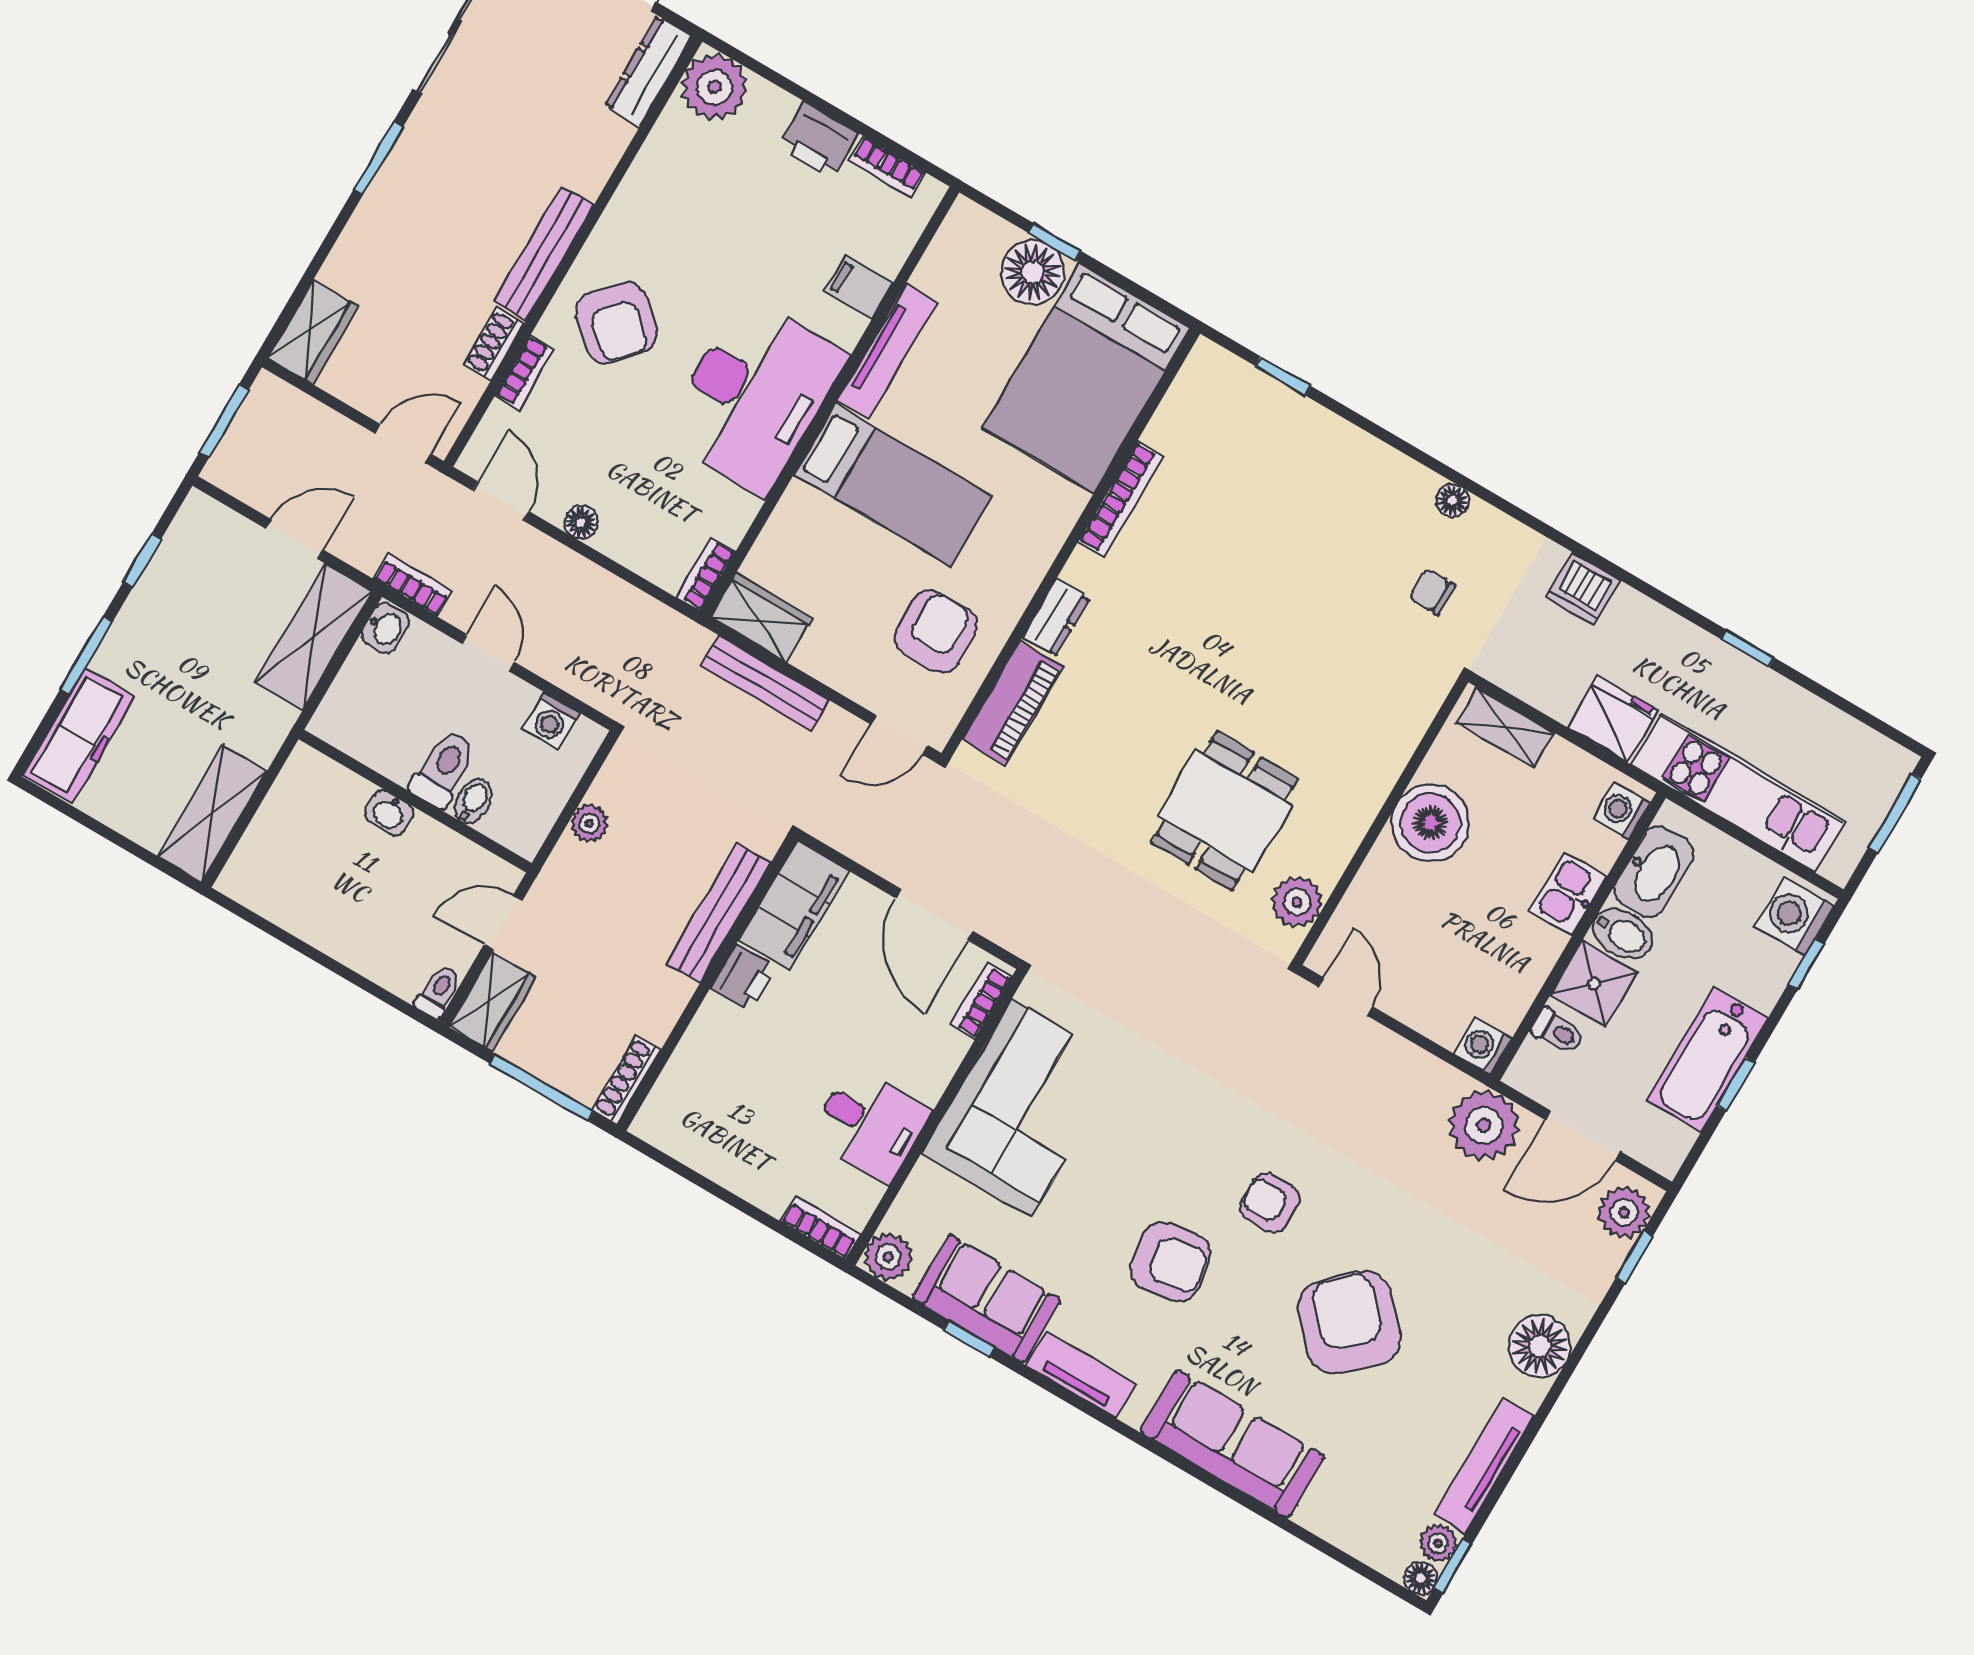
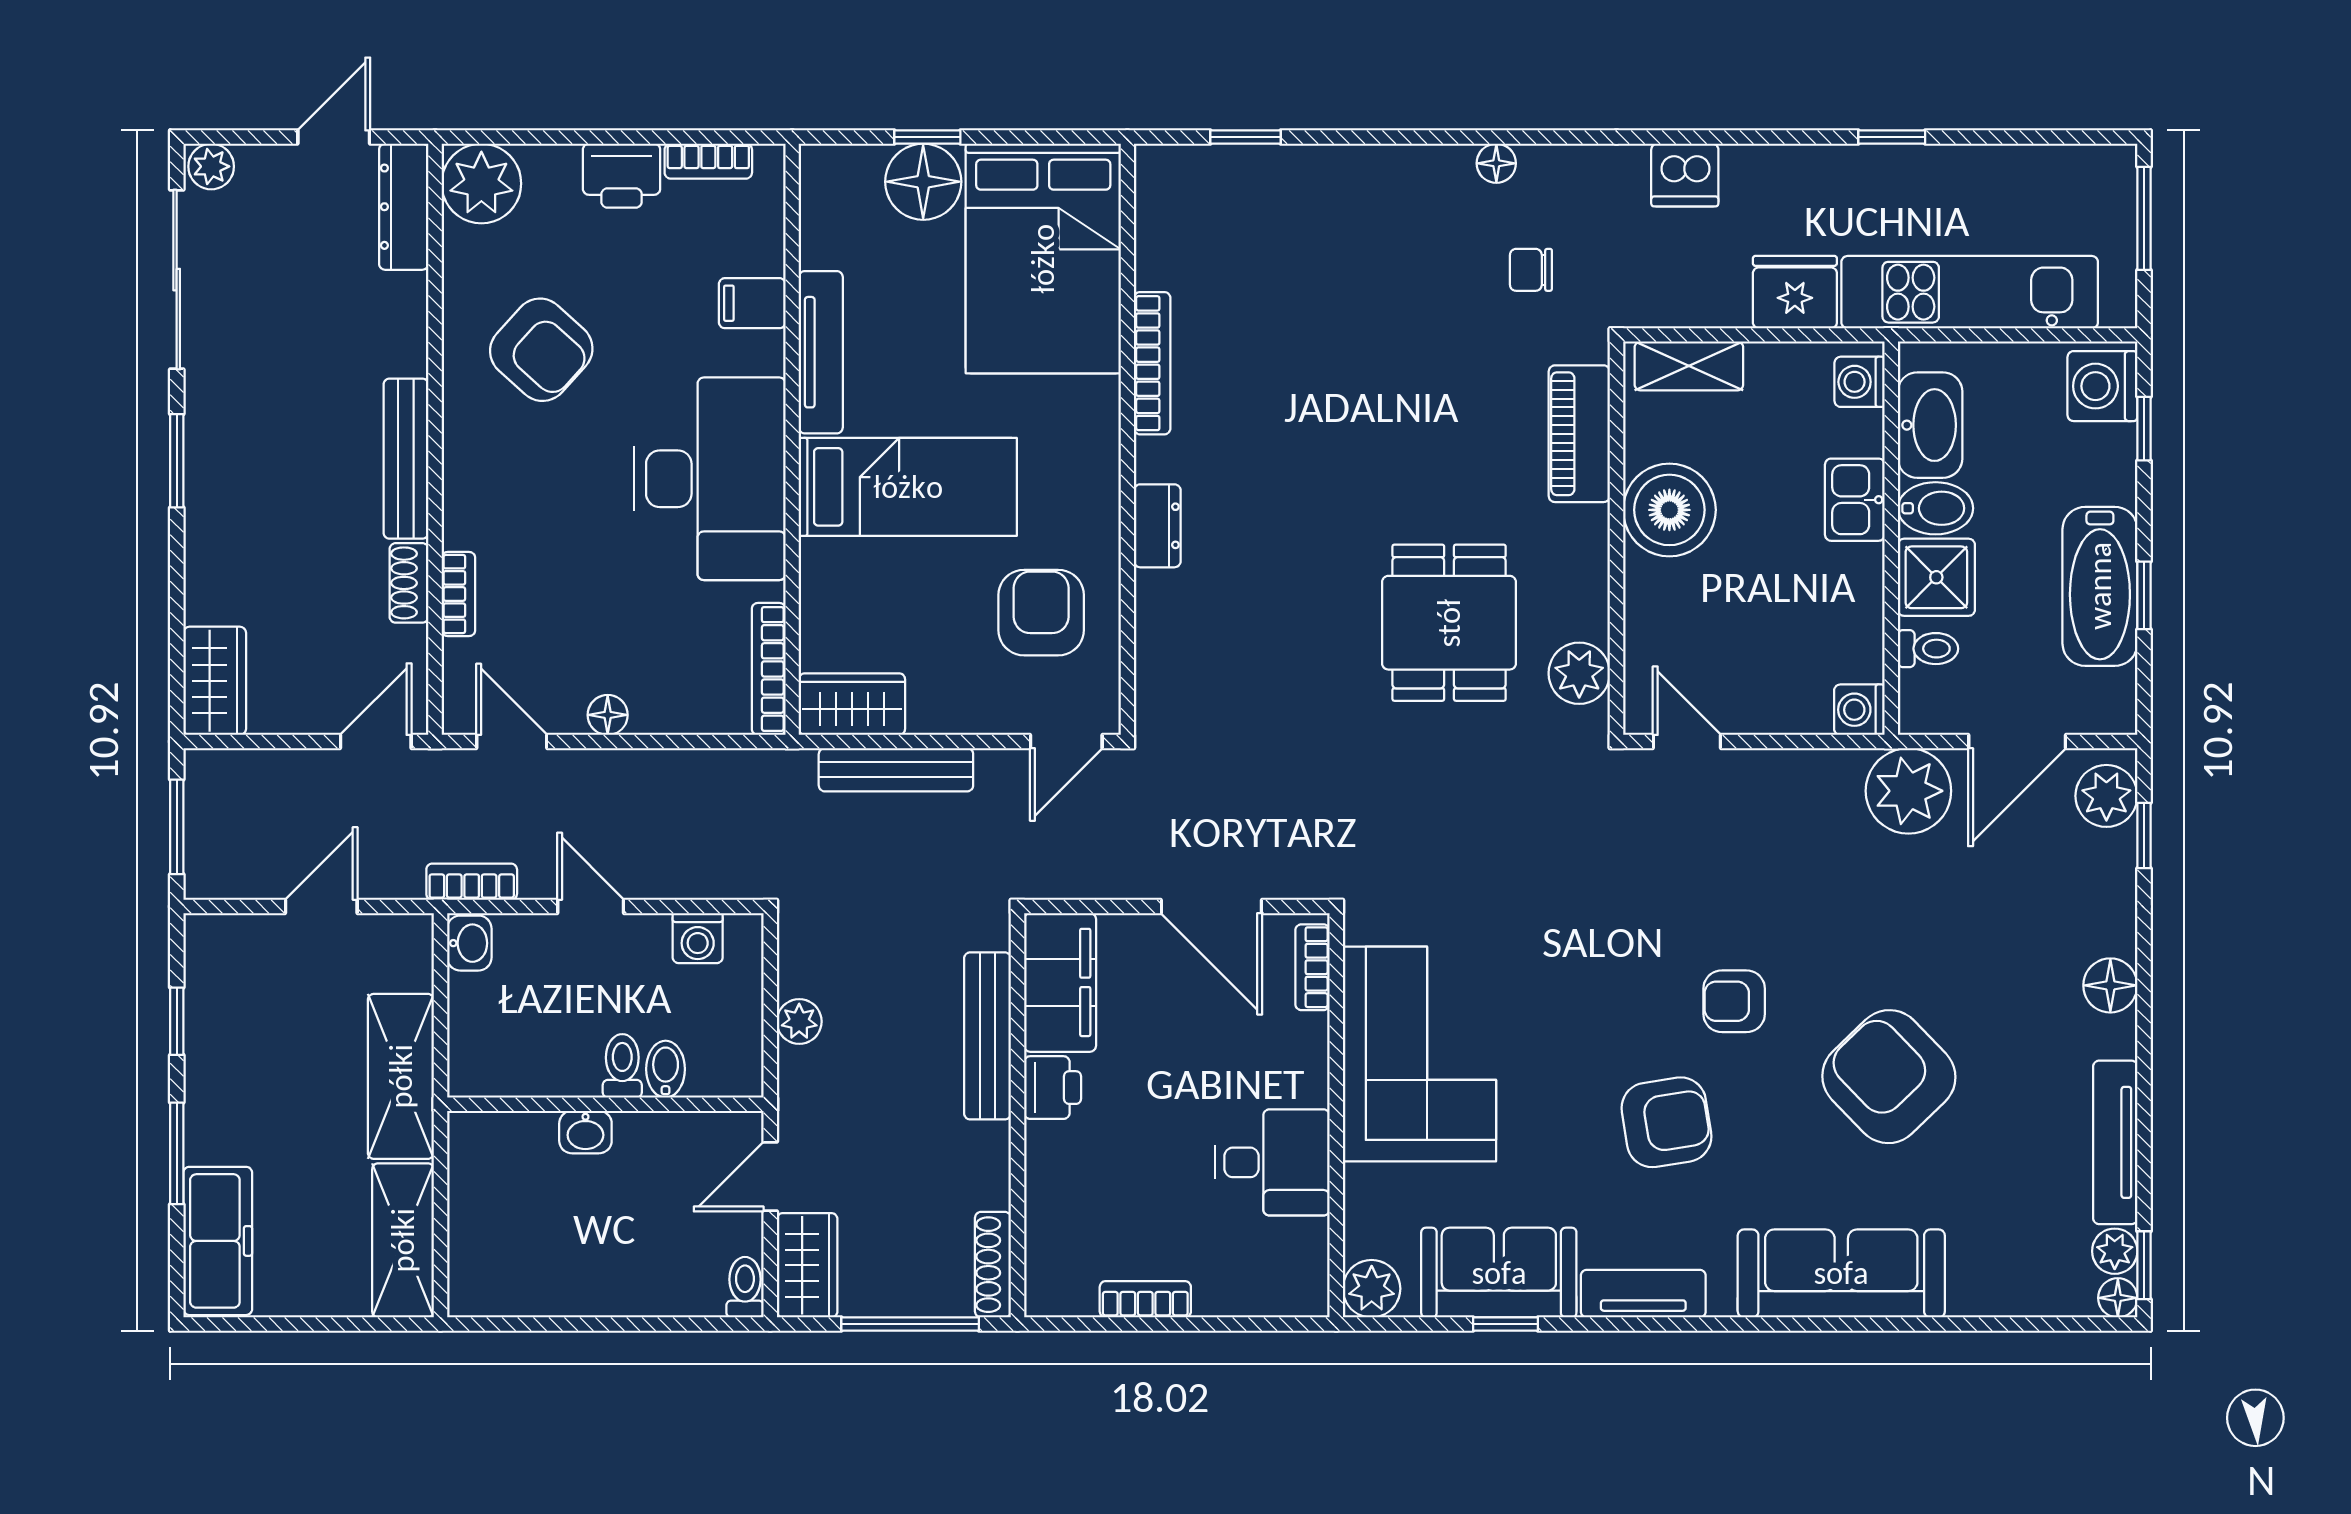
armchair: (617, 323) -> (541, 350), moved
bookcase: (706, 574) -> (769, 669), width x1.56
shelving: (314, 637) -> (401, 1076), moved
piano: (1013, 703) -> (1579, 434), moved, turned 180
toilet: (443, 769) -> (622, 1066), width x0.73, depth x0.72
bookcase: (821, 1227) -> (1145, 1299), moved
floor lamp: (1540, 1346) -> (2110, 985), width x0.73, depth x0.73

